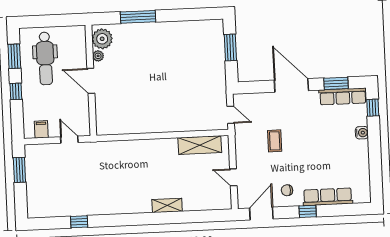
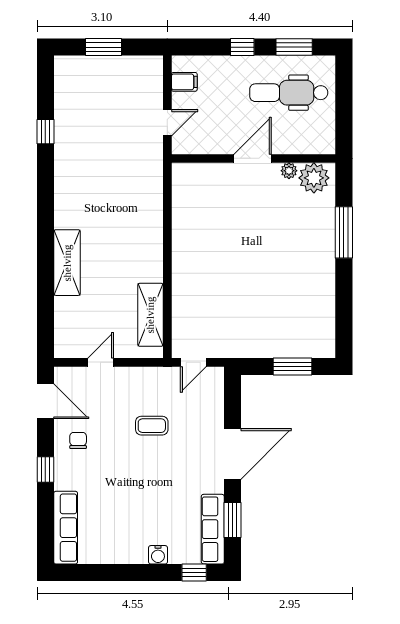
window: (19, 170) -> (103, 47), moved
row of seats: (328, 197) -> (66, 528), moved
shelving: (167, 205) -> (67, 263), width x1.50, depth x1.33

